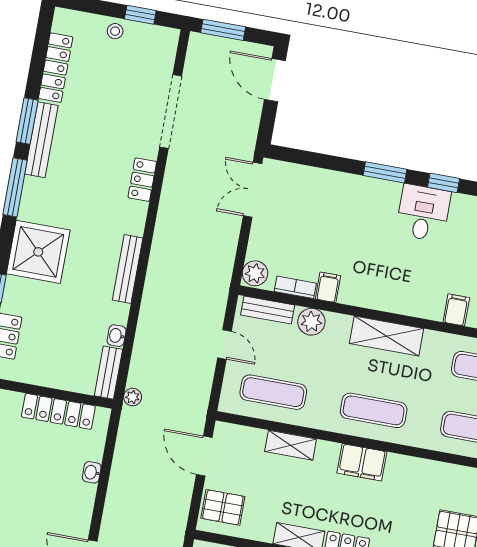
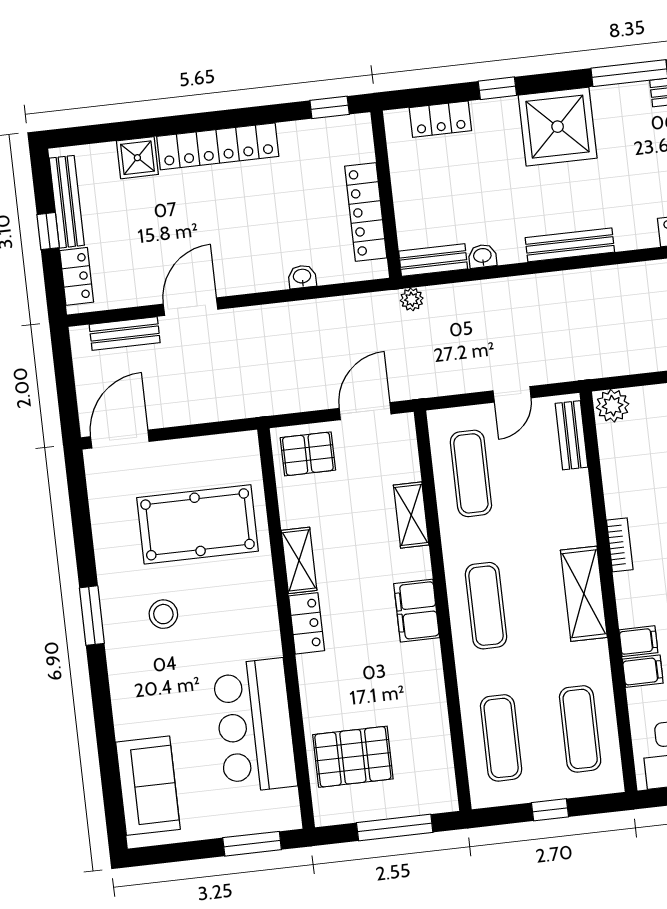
bookcase: (295, 287) -> (620, 545), moved
filing cabinet: (328, 287) -> (638, 641), moved
plant: (311, 322) -> (573, 494), removed
pallet: (223, 507) -> (308, 454), turned 90

